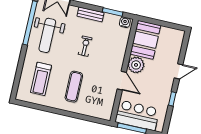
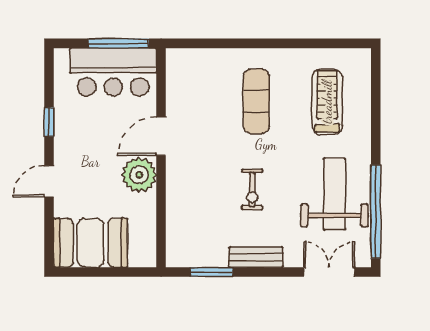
water cooler: (125, 22) -> (182, 257), removed
booth: (145, 40) -> (91, 243), moved, turned 90
door: (122, 81) -> (161, 136), hinge flipped

